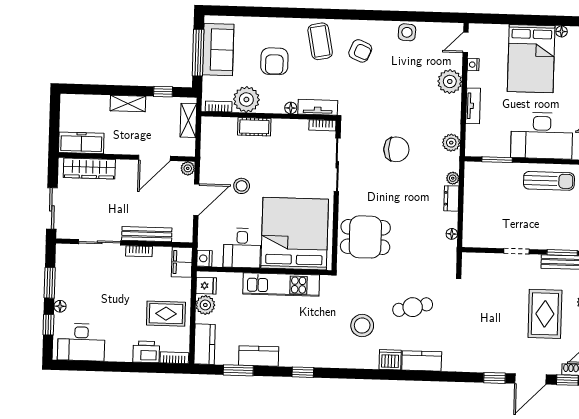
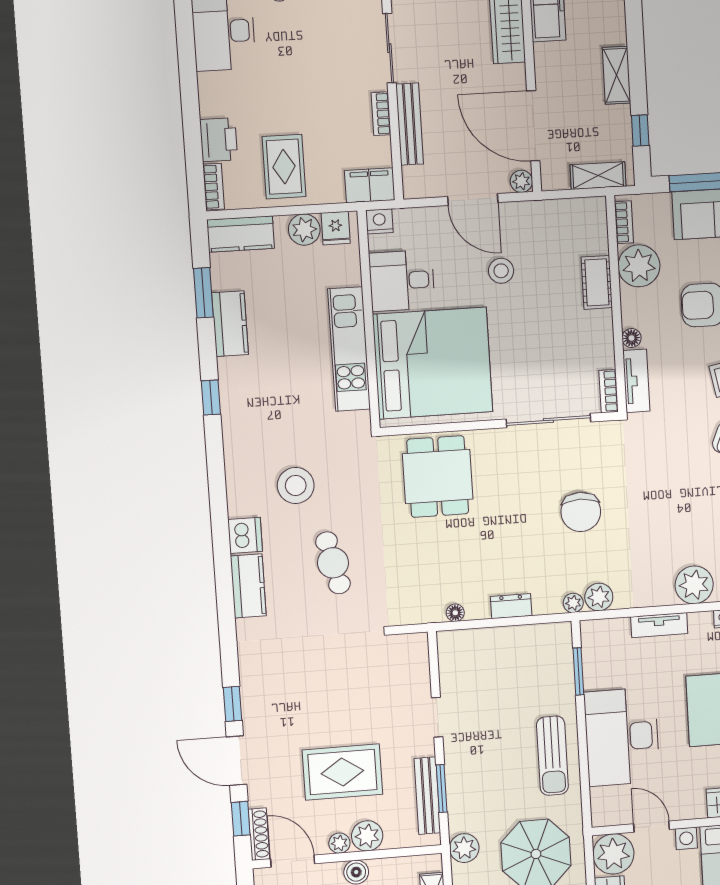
door: (154, 158) -> (533, 126), width x1.36
plant: (453, 178) -> (573, 603), moved

